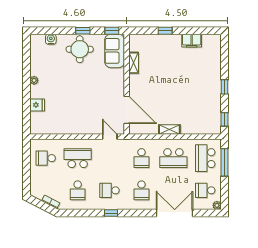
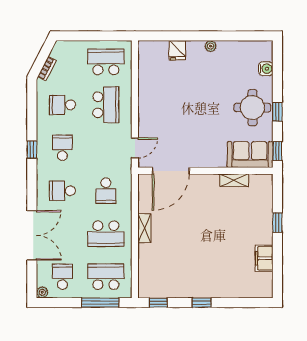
school desk: (46, 158) -> (106, 62), width x1.85
school desk: (141, 158) -> (106, 191), turned -90
school desk: (173, 158) -> (106, 234), turned -90

